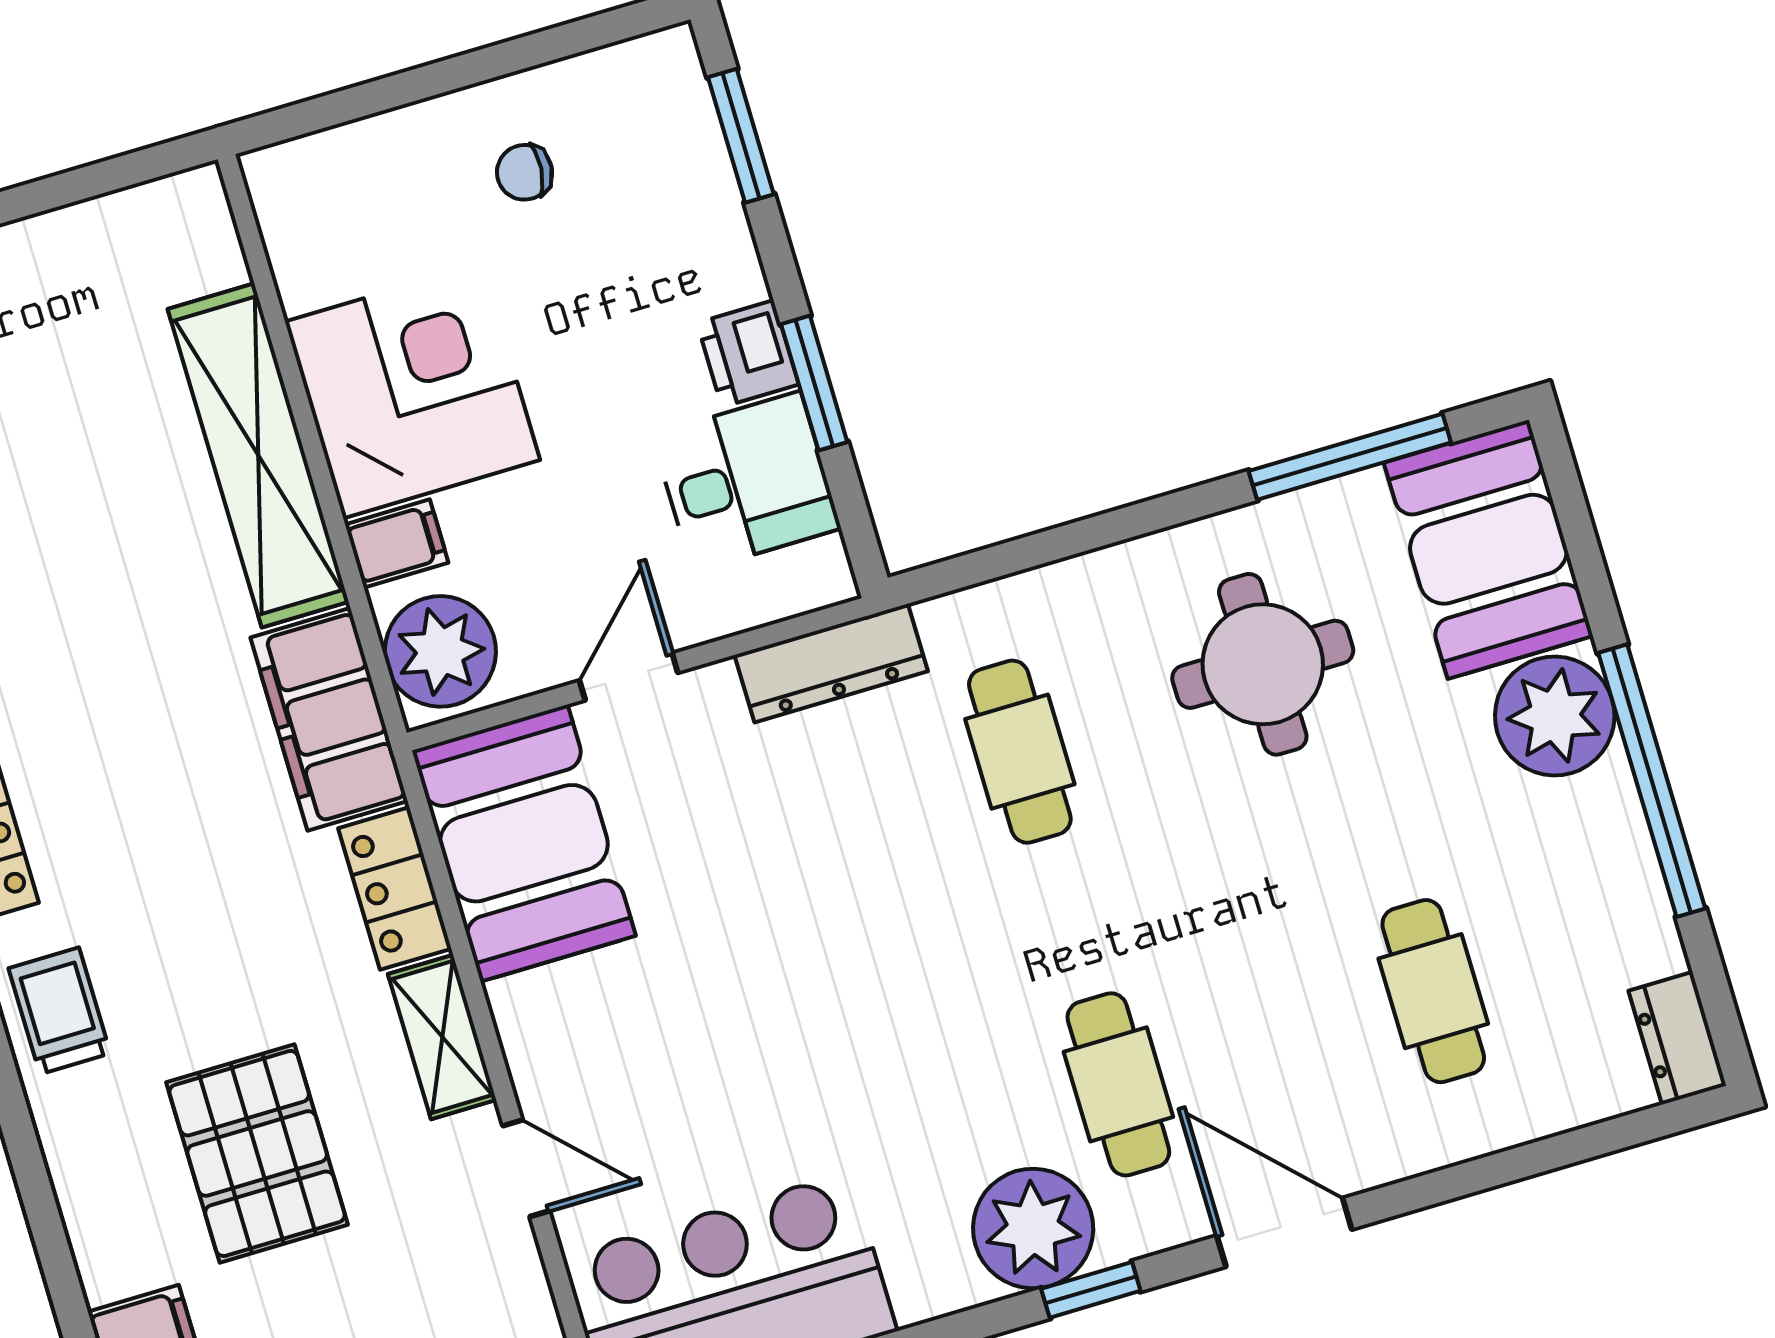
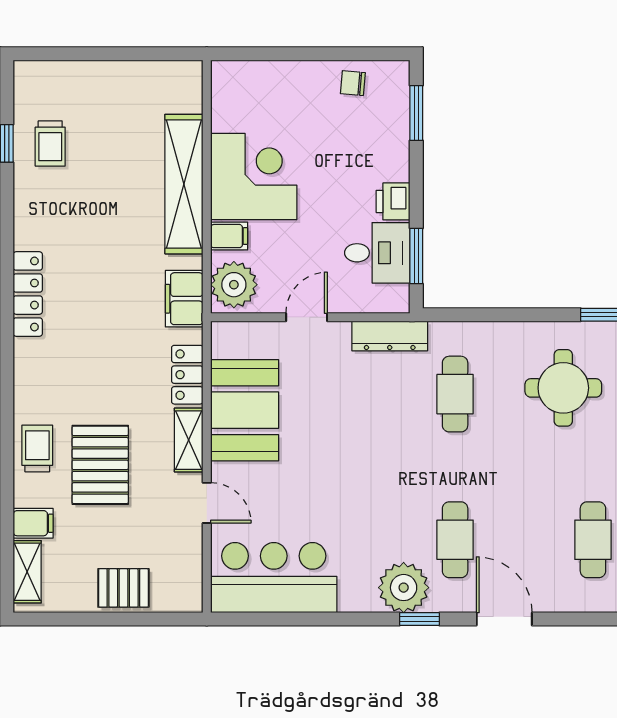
chair: (525, 172) -> (353, 83), moved
window: (814, 383) -> (416, 256), moved
filing cabinet: (329, 719) -> (184, 299), width x0.67, depth x0.86
booth: (524, 843) -> (245, 410), moved
trolley: (59, 1011) -> (37, 449), moved

